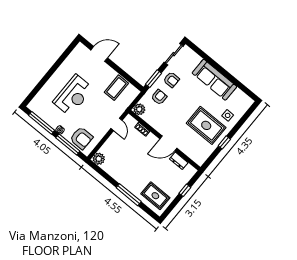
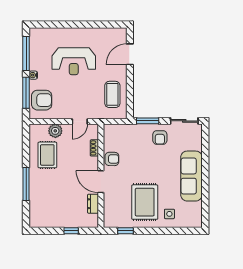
door: (99, 54) -> (130, 54), swing flipped
coffee table: (116, 88) -> (112, 94), turned 90
armchair: (159, 97) -> (112, 159), moved
plant: (139, 109) -> (110, 131), removed
armchair: (81, 138) -> (42, 100), turned -90
window: (224, 142) -> (125, 231), moved
plant: (99, 159) -> (55, 131), moved
rug: (155, 196) -> (47, 155), moved

